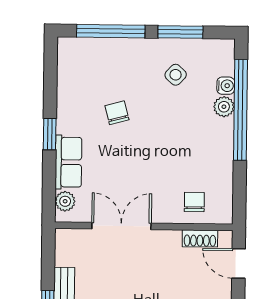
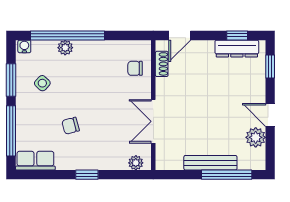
water cooler: (226, 86) -> (24, 46), moved
row of seats: (68, 162) -> (35, 161), moved

